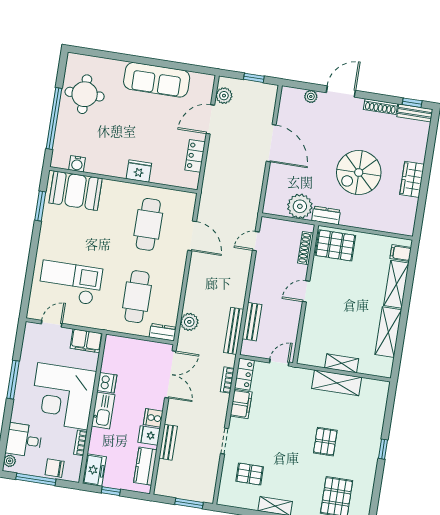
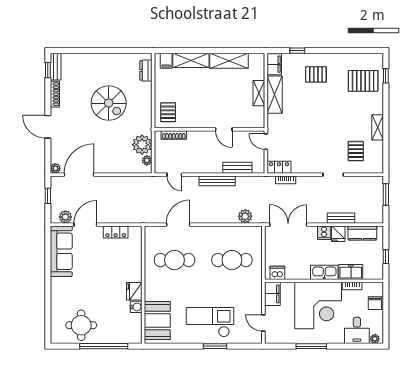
sofa: (157, 80) -> (61, 251), moved
plant: (311, 96) -> (55, 168), moved
door: (210, 119) -> (85, 225), swing flipped
door: (271, 143) -> (79, 175), moved
water cooler: (77, 164) -> (136, 307), moved
fridge: (139, 171) -> (134, 291), moved
wardrobe: (412, 179) -> (108, 61), removed
window: (40, 206) -> (215, 346), moved
plant: (279, 209) -> (147, 160), added
dresser: (326, 215) -> (146, 70), moved
pallet: (335, 245) -> (168, 112), width x0.67, depth x0.71
checkout: (70, 283) -> (210, 322), moved, turned 90
door: (306, 291) -> (224, 129), moved
bench: (234, 331) -> (217, 181), moved
dresser: (163, 332) -> (256, 236), removed
dishwasher: (107, 383) -> (277, 273), moved
filing cabinet: (241, 404) -> (274, 64), moved, turned 90
pallet: (325, 442) -> (316, 74), moved
window: (383, 449) -> (297, 51), moved
freezer: (94, 470) -> (351, 272), moved
window: (36, 479) -> (386, 316), removed

